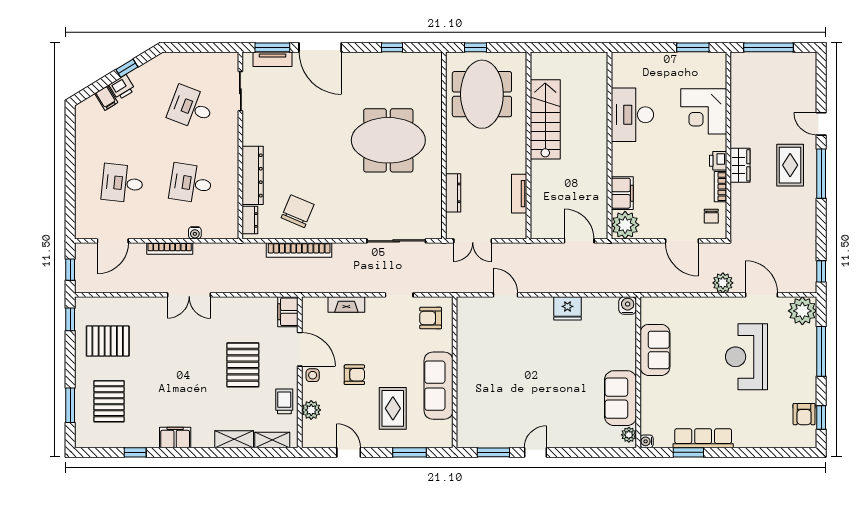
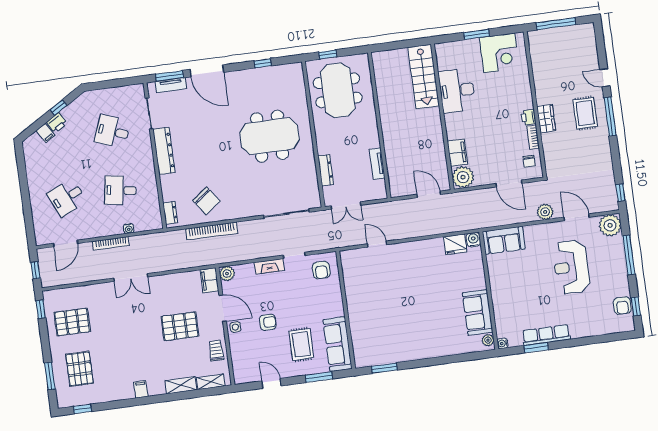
window: (693, 47) -> (477, 34), moved
corner desk: (704, 111) -> (499, 53), moved, turned -90
stairs: (545, 119) -> (424, 77), moved, turned 180
dresser: (253, 175) -> (164, 151), moved
desk: (122, 183) -> (67, 198), turned -30
chair: (298, 211) -> (206, 201), turned 121
fireplace: (346, 304) -> (269, 266), moved
fridge: (567, 308) -> (455, 244), moved
armchair: (431, 318) -> (321, 270), turned -90
sofa: (655, 350) -> (504, 240), moved, turned 90
pallet: (243, 365) -> (180, 326), turned 90
sofa: (439, 386) -> (338, 344), moved
plant: (311, 410) -> (227, 274), moved
filing cabinet: (175, 438) -> (141, 389), width x0.50
window: (135, 452) -> (82, 409), moved
door: (535, 452) -> (417, 364), removed

